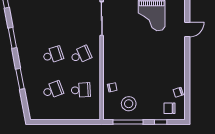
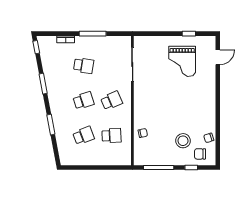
school desk: (53, 20) -> (84, 66), added
door: (187, 30) -> (218, 57), moved
stool: (129, 104) -> (183, 141), moved

